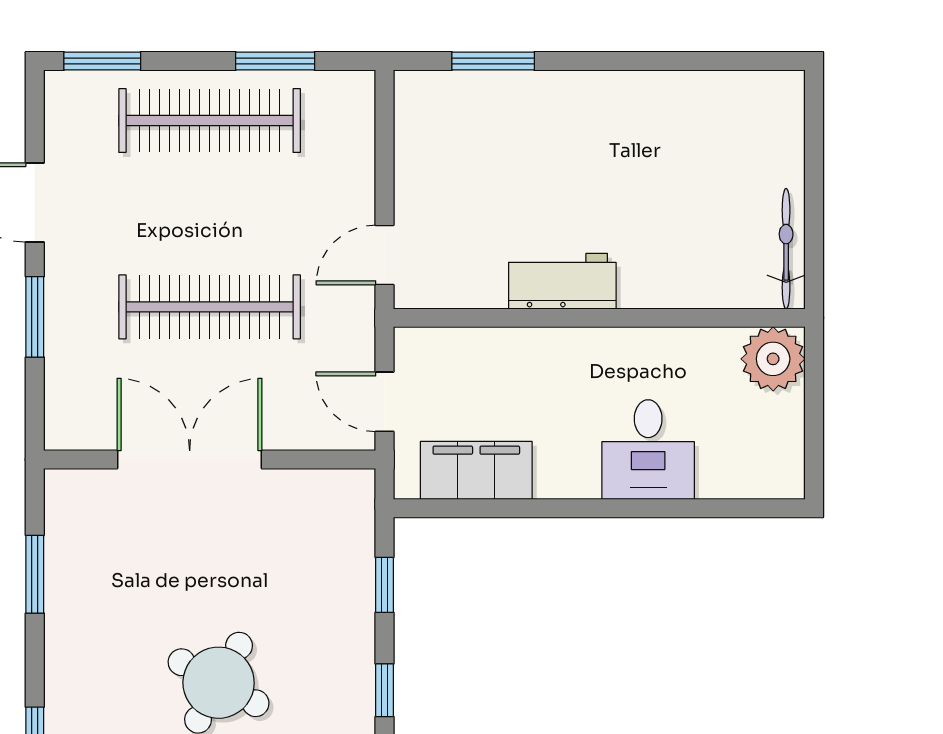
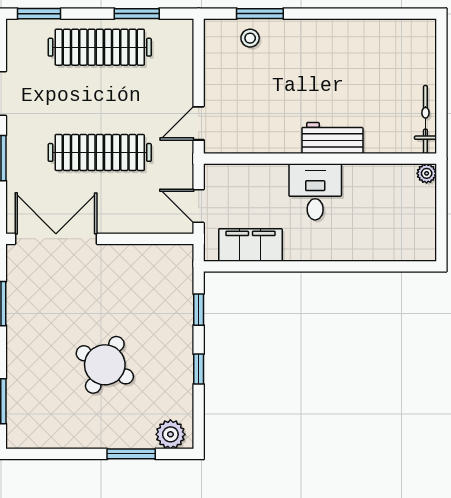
stool: (476, 104) -> (250, 38), added
workbench: (562, 281) -> (332, 138), moved
plant: (773, 359) -> (427, 173), width x0.53, depth x0.53
desk: (648, 450) -> (315, 192), moved, turned 180
double door: (190, 460) -> (56, 239), moved

